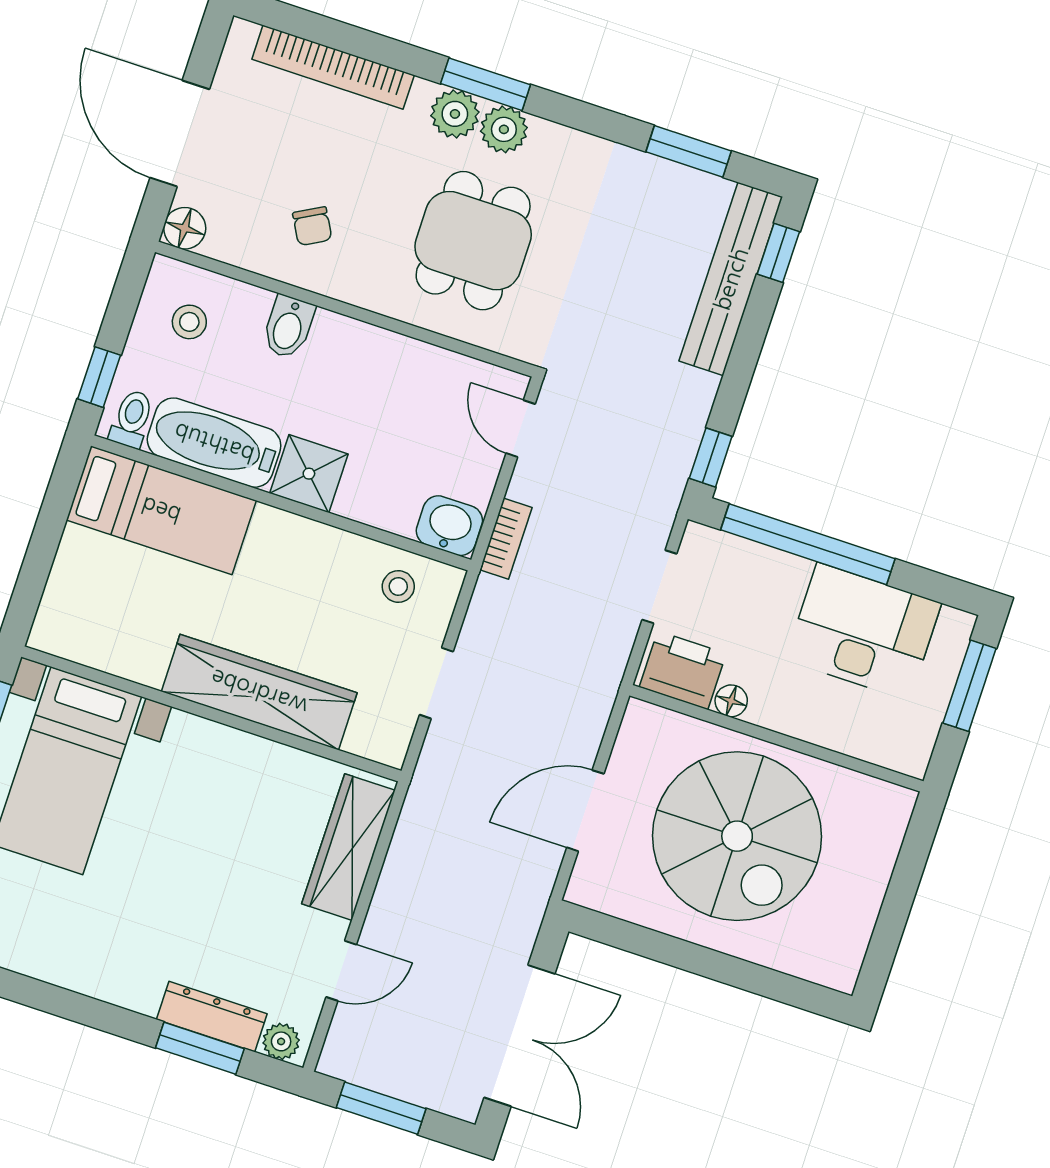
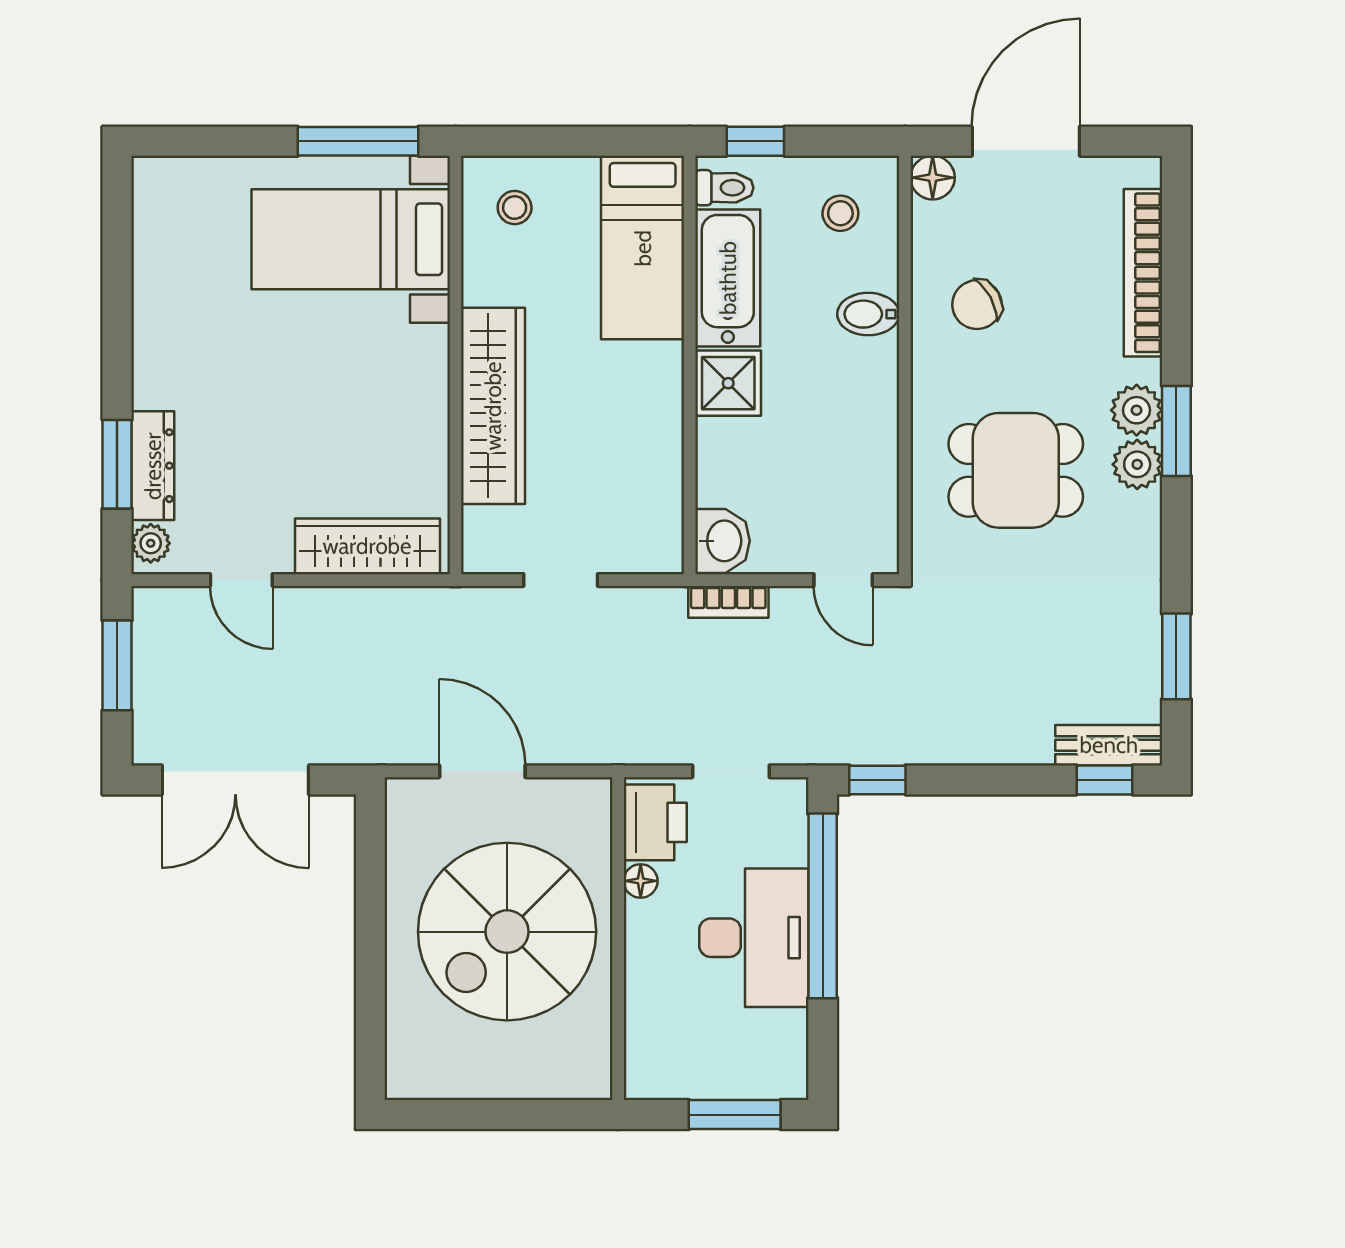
chair: (312, 226) -> (977, 305), width x1.37, depth x1.37
bench: (731, 279) -> (1109, 745), width x0.54, depth x0.82
door: (521, 429) -> (843, 580), swing flipped
stool: (398, 586) -> (515, 208), moved
desk: (863, 631) -> (754, 938), moved

